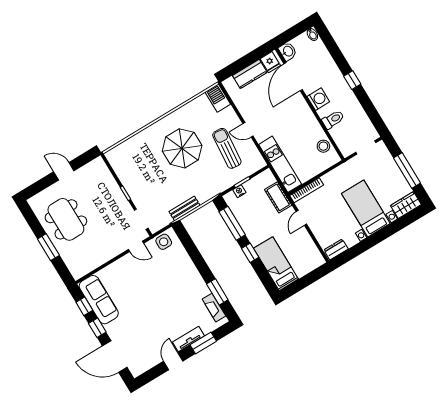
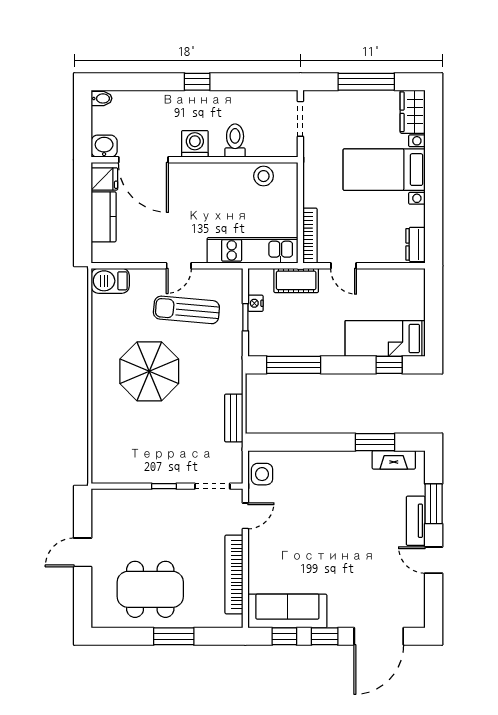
nightstand: (239, 191) -> (255, 303), moved
window: (250, 253) -> (389, 365), moved
bookcase: (101, 259) -> (234, 574), added

